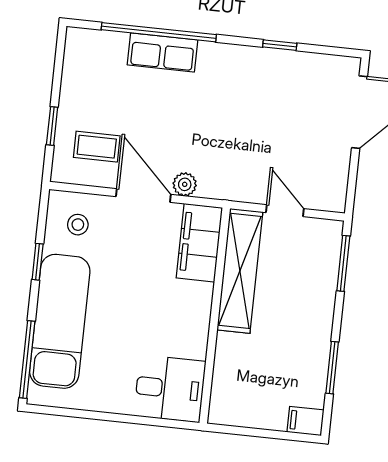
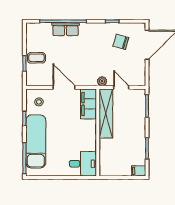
chair: (295, 98) -> (121, 42), added
coffee table: (97, 147) -> (36, 58), moved
plant: (185, 184) -> (102, 81), moved

